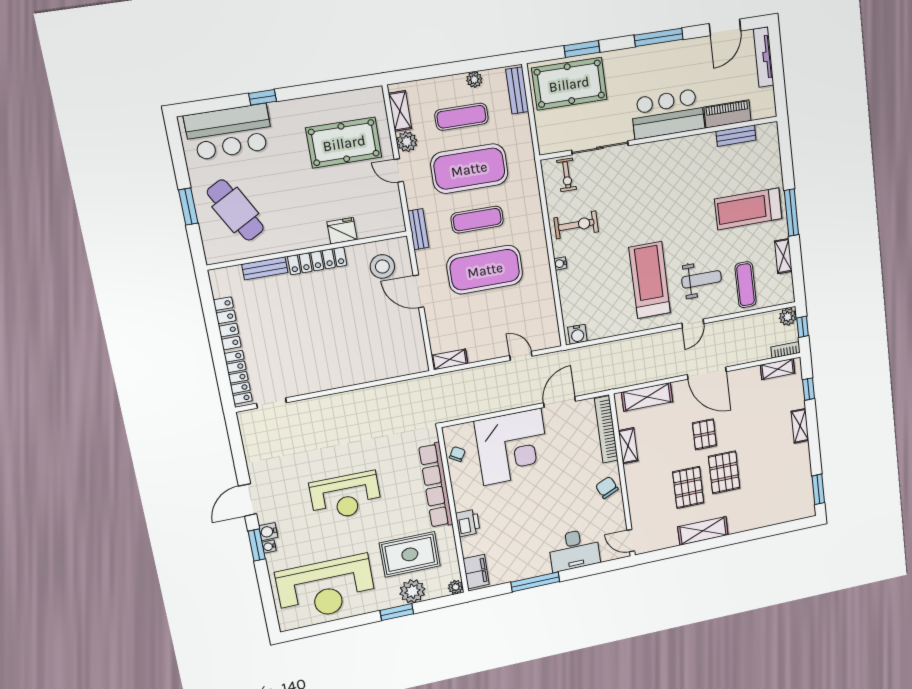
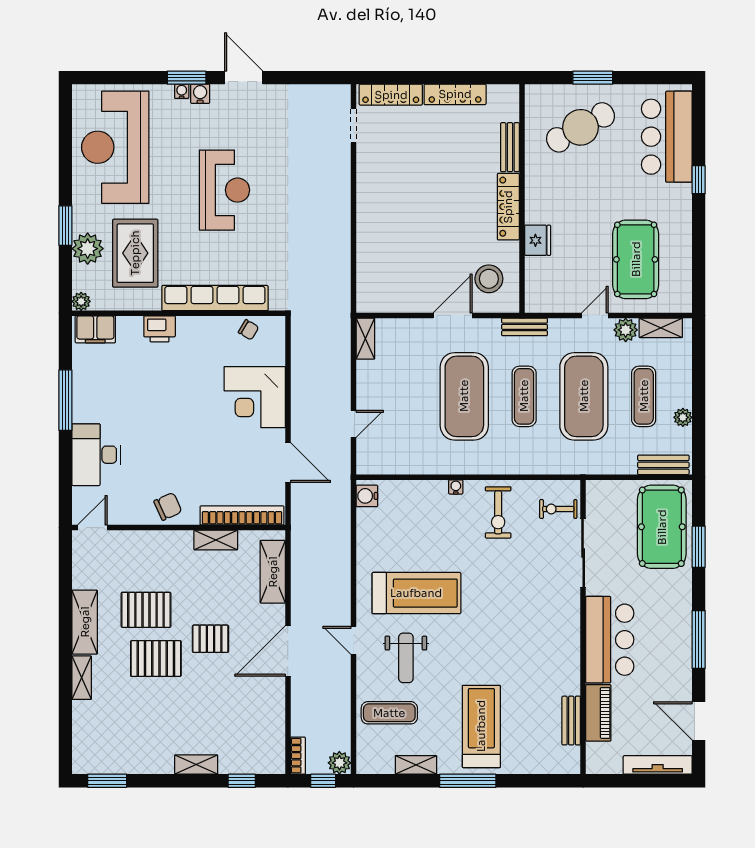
shelving: (778, 369) -> (82, 678), moved
corner desk: (512, 447) -> (255, 397), width x0.74, depth x0.74
reception desk: (346, 496) -> (224, 190), turned 180

